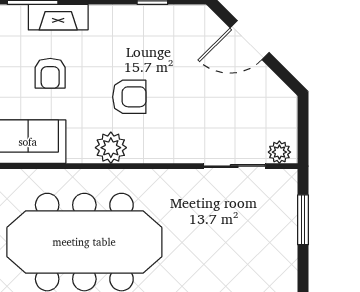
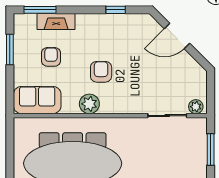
armchair: (50, 73) -> (51, 57), turned 180
armchair: (129, 97) -> (101, 72), turned -90

